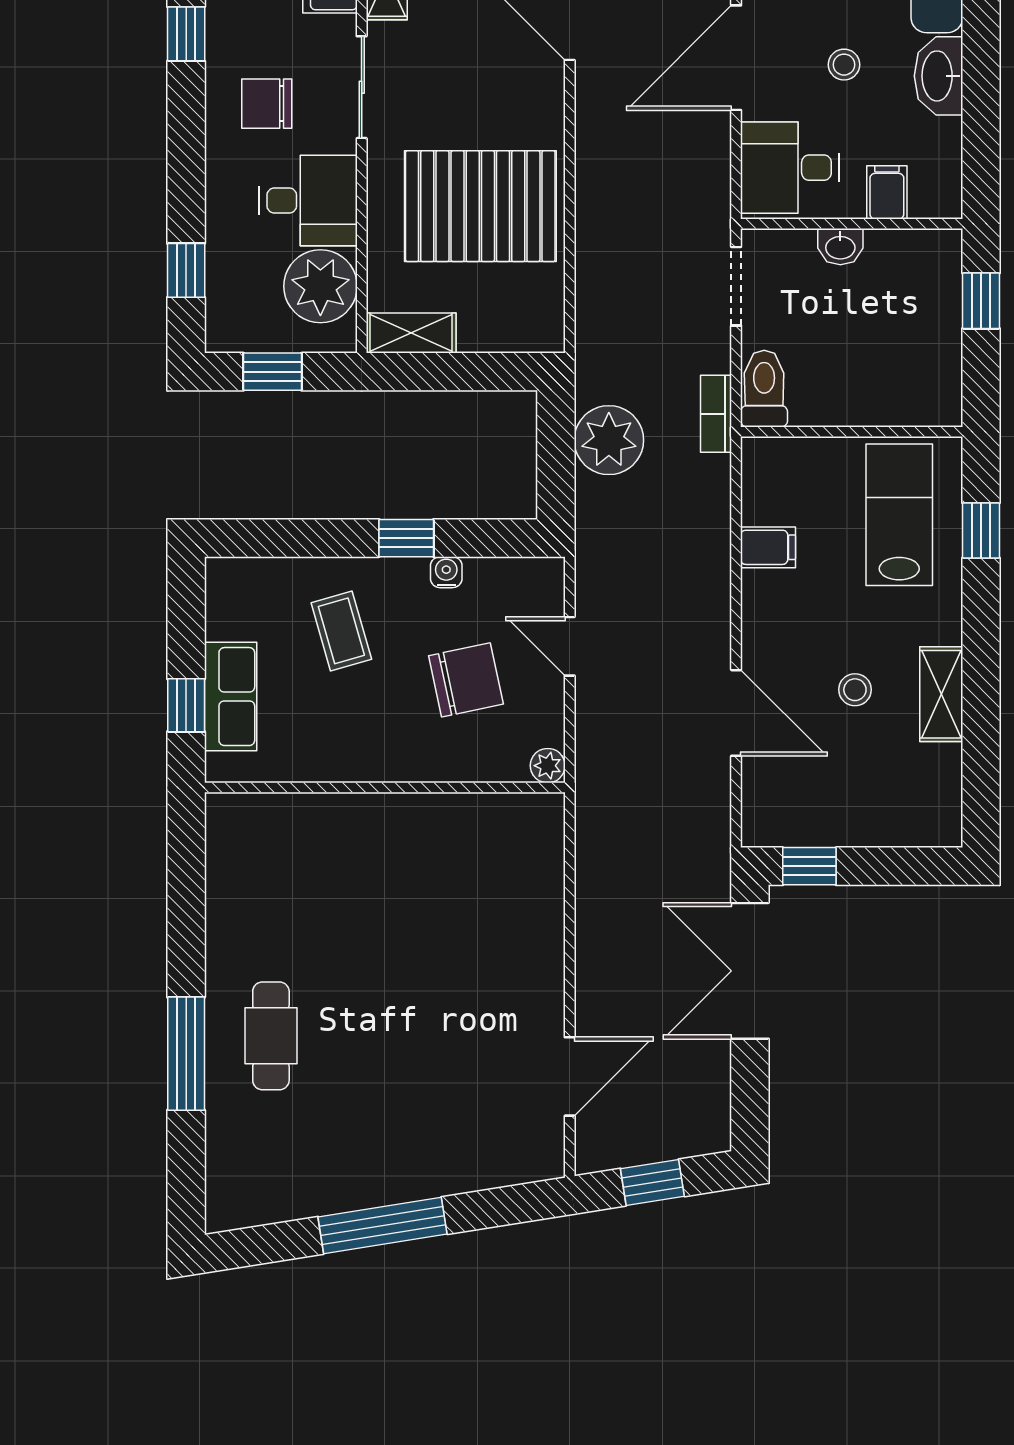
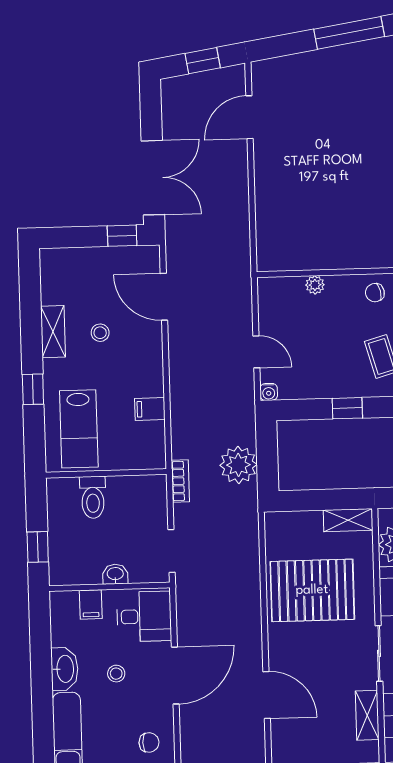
toilet: (764, 389) -> (93, 497), moved
window: (981, 530) -> (33, 389), moved
water cooler: (446, 572) -> (269, 392), moved
chair: (466, 680) -> (375, 293), moved, width x0.54, depth x0.54
door: (736, 713) -> (164, 297), moved
plant: (548, 766) -> (315, 285), moved

